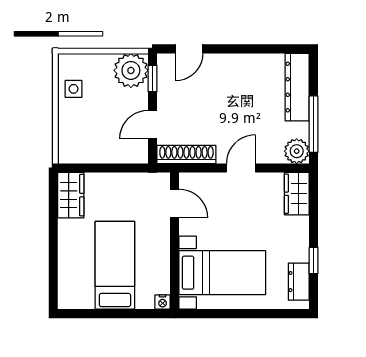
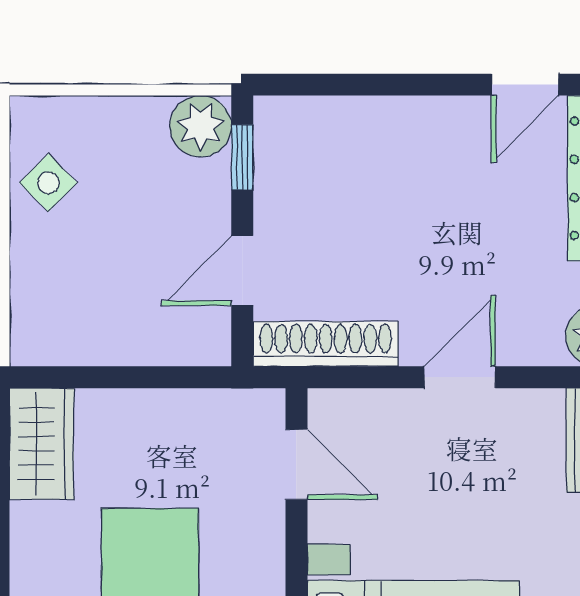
door: (189, 49) -> (525, 85), moved
plant: (131, 70) -> (201, 126), width x0.73, depth x0.73
side table: (74, 89) -> (48, 183), turned 45

